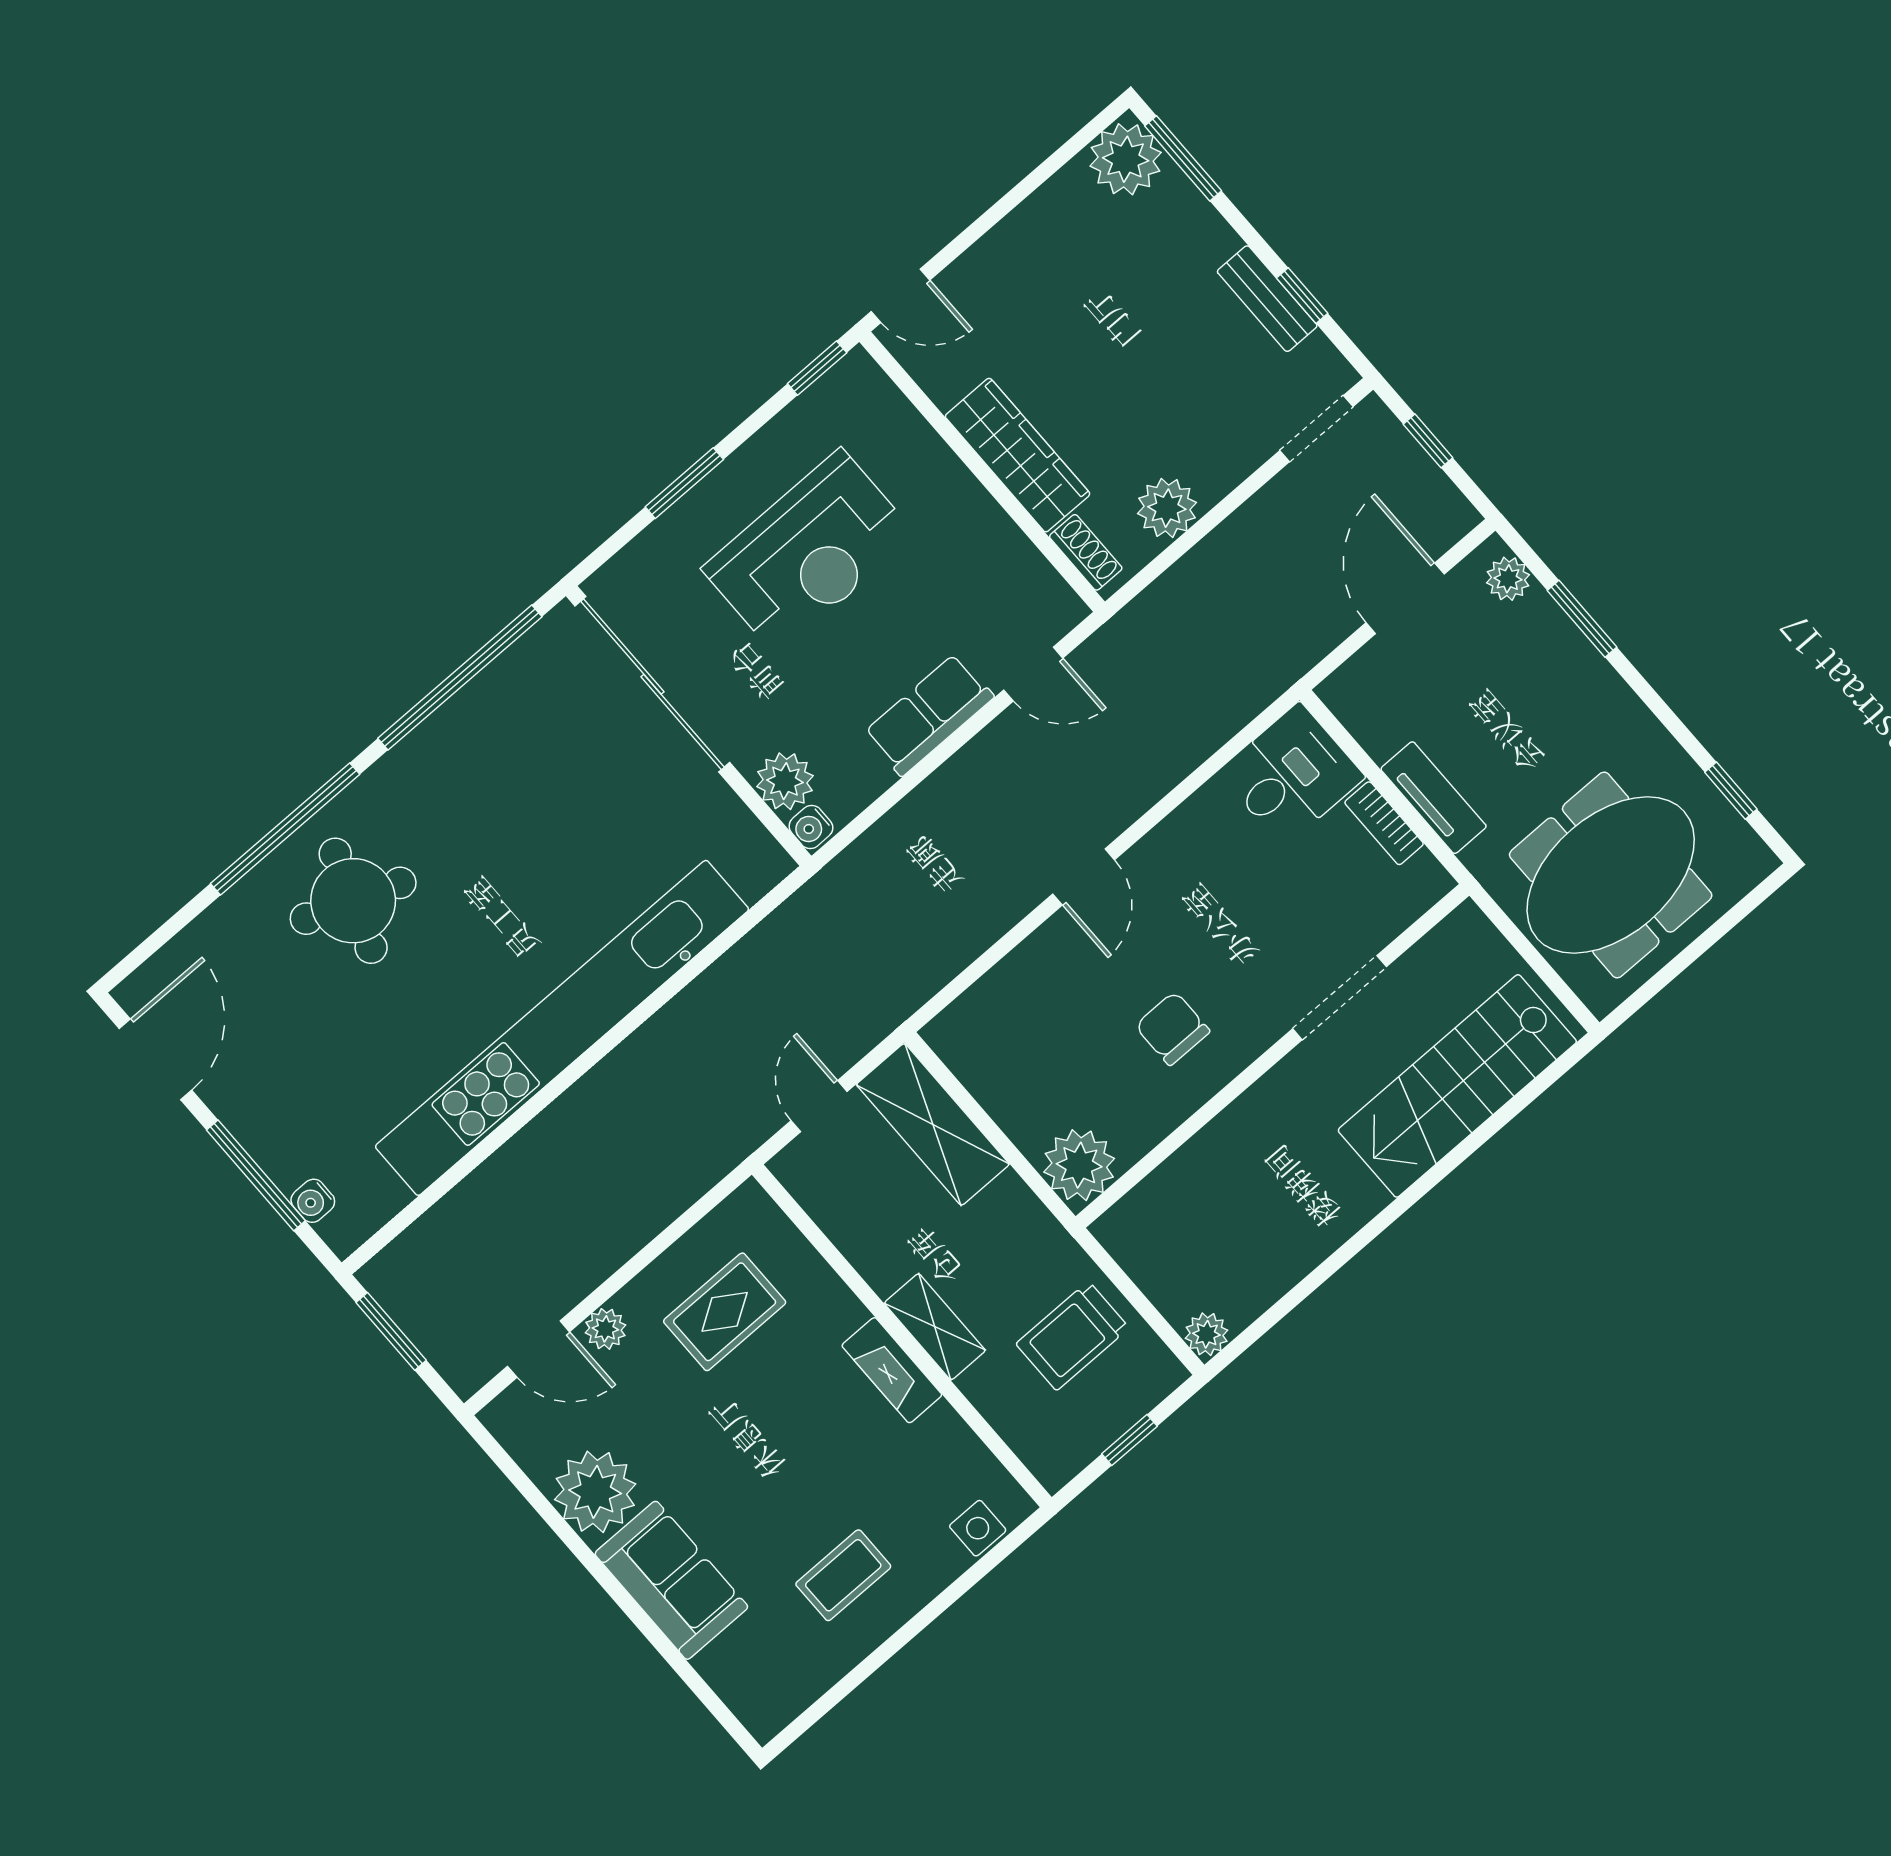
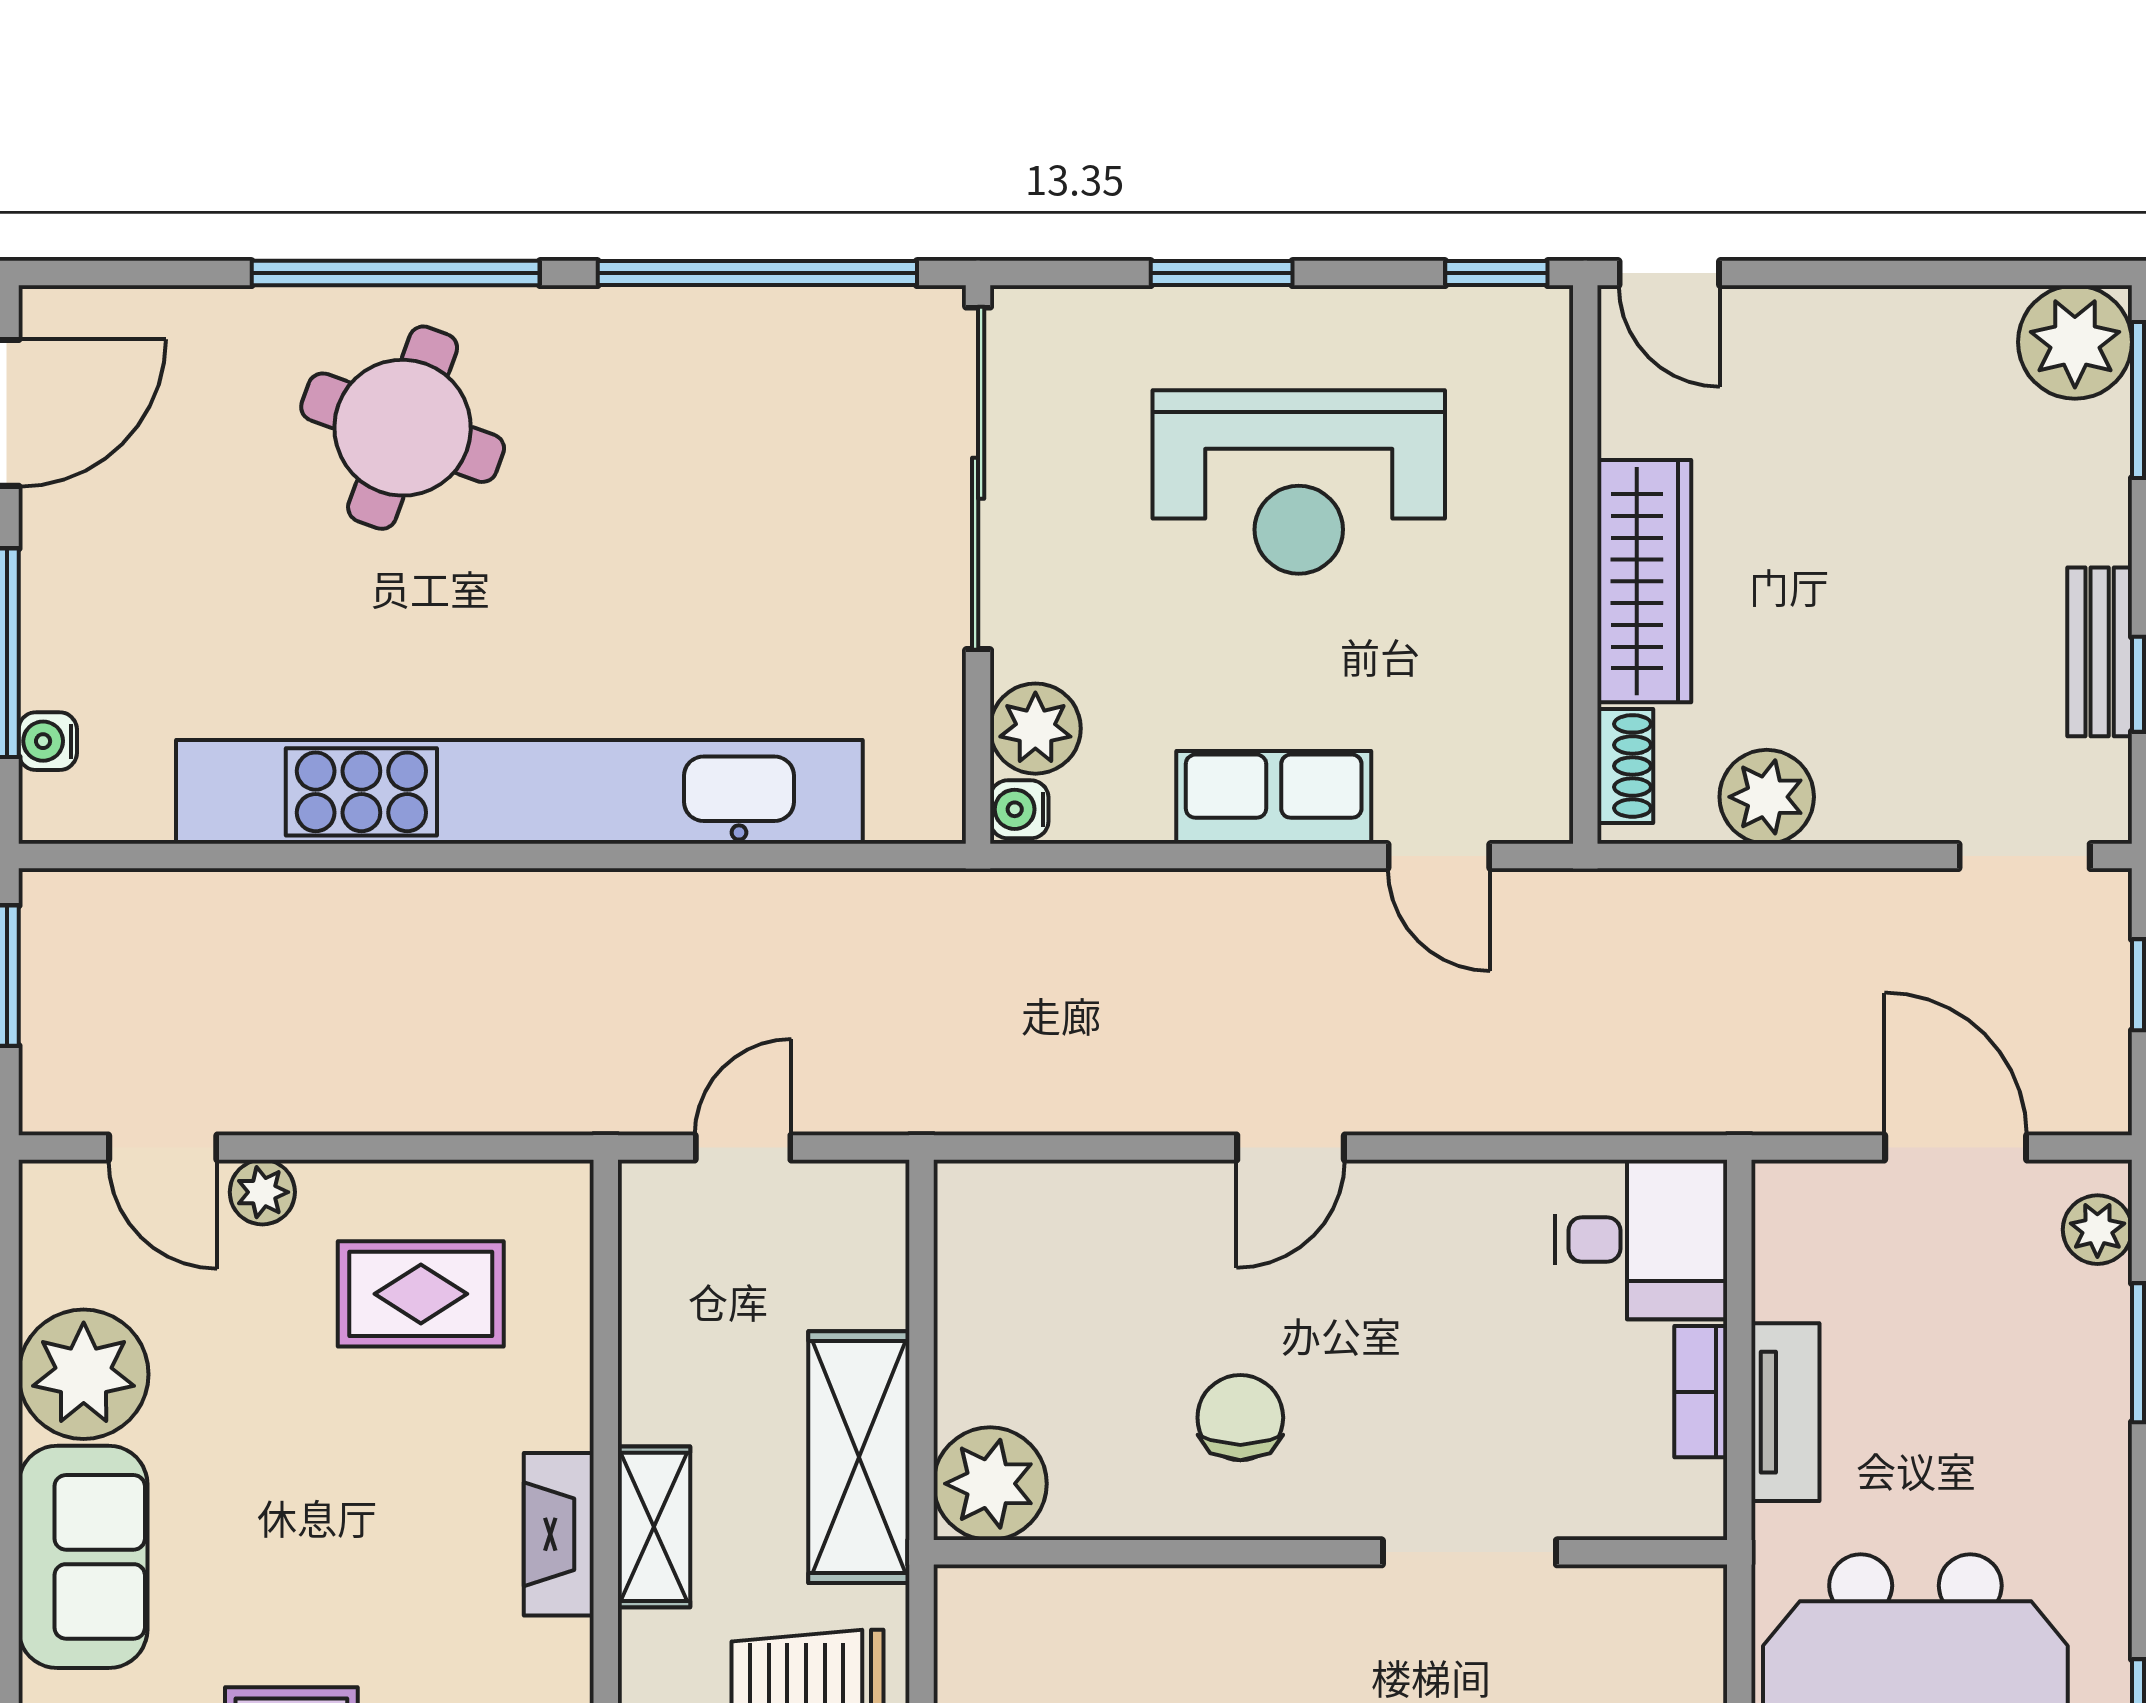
door: (1405, 598) -> (1956, 1148), hinge flipped
shelving: (933, 1124) -> (859, 1457), moved

